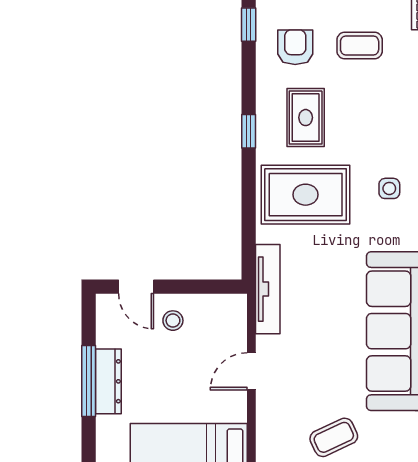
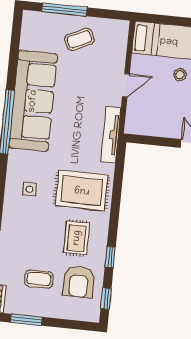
armchair: (295, 47) -> (79, 282), width x1.38, depth x1.38
window: (249, 131) -> (110, 257), moved
stool: (173, 321) -> (180, 75), moved

